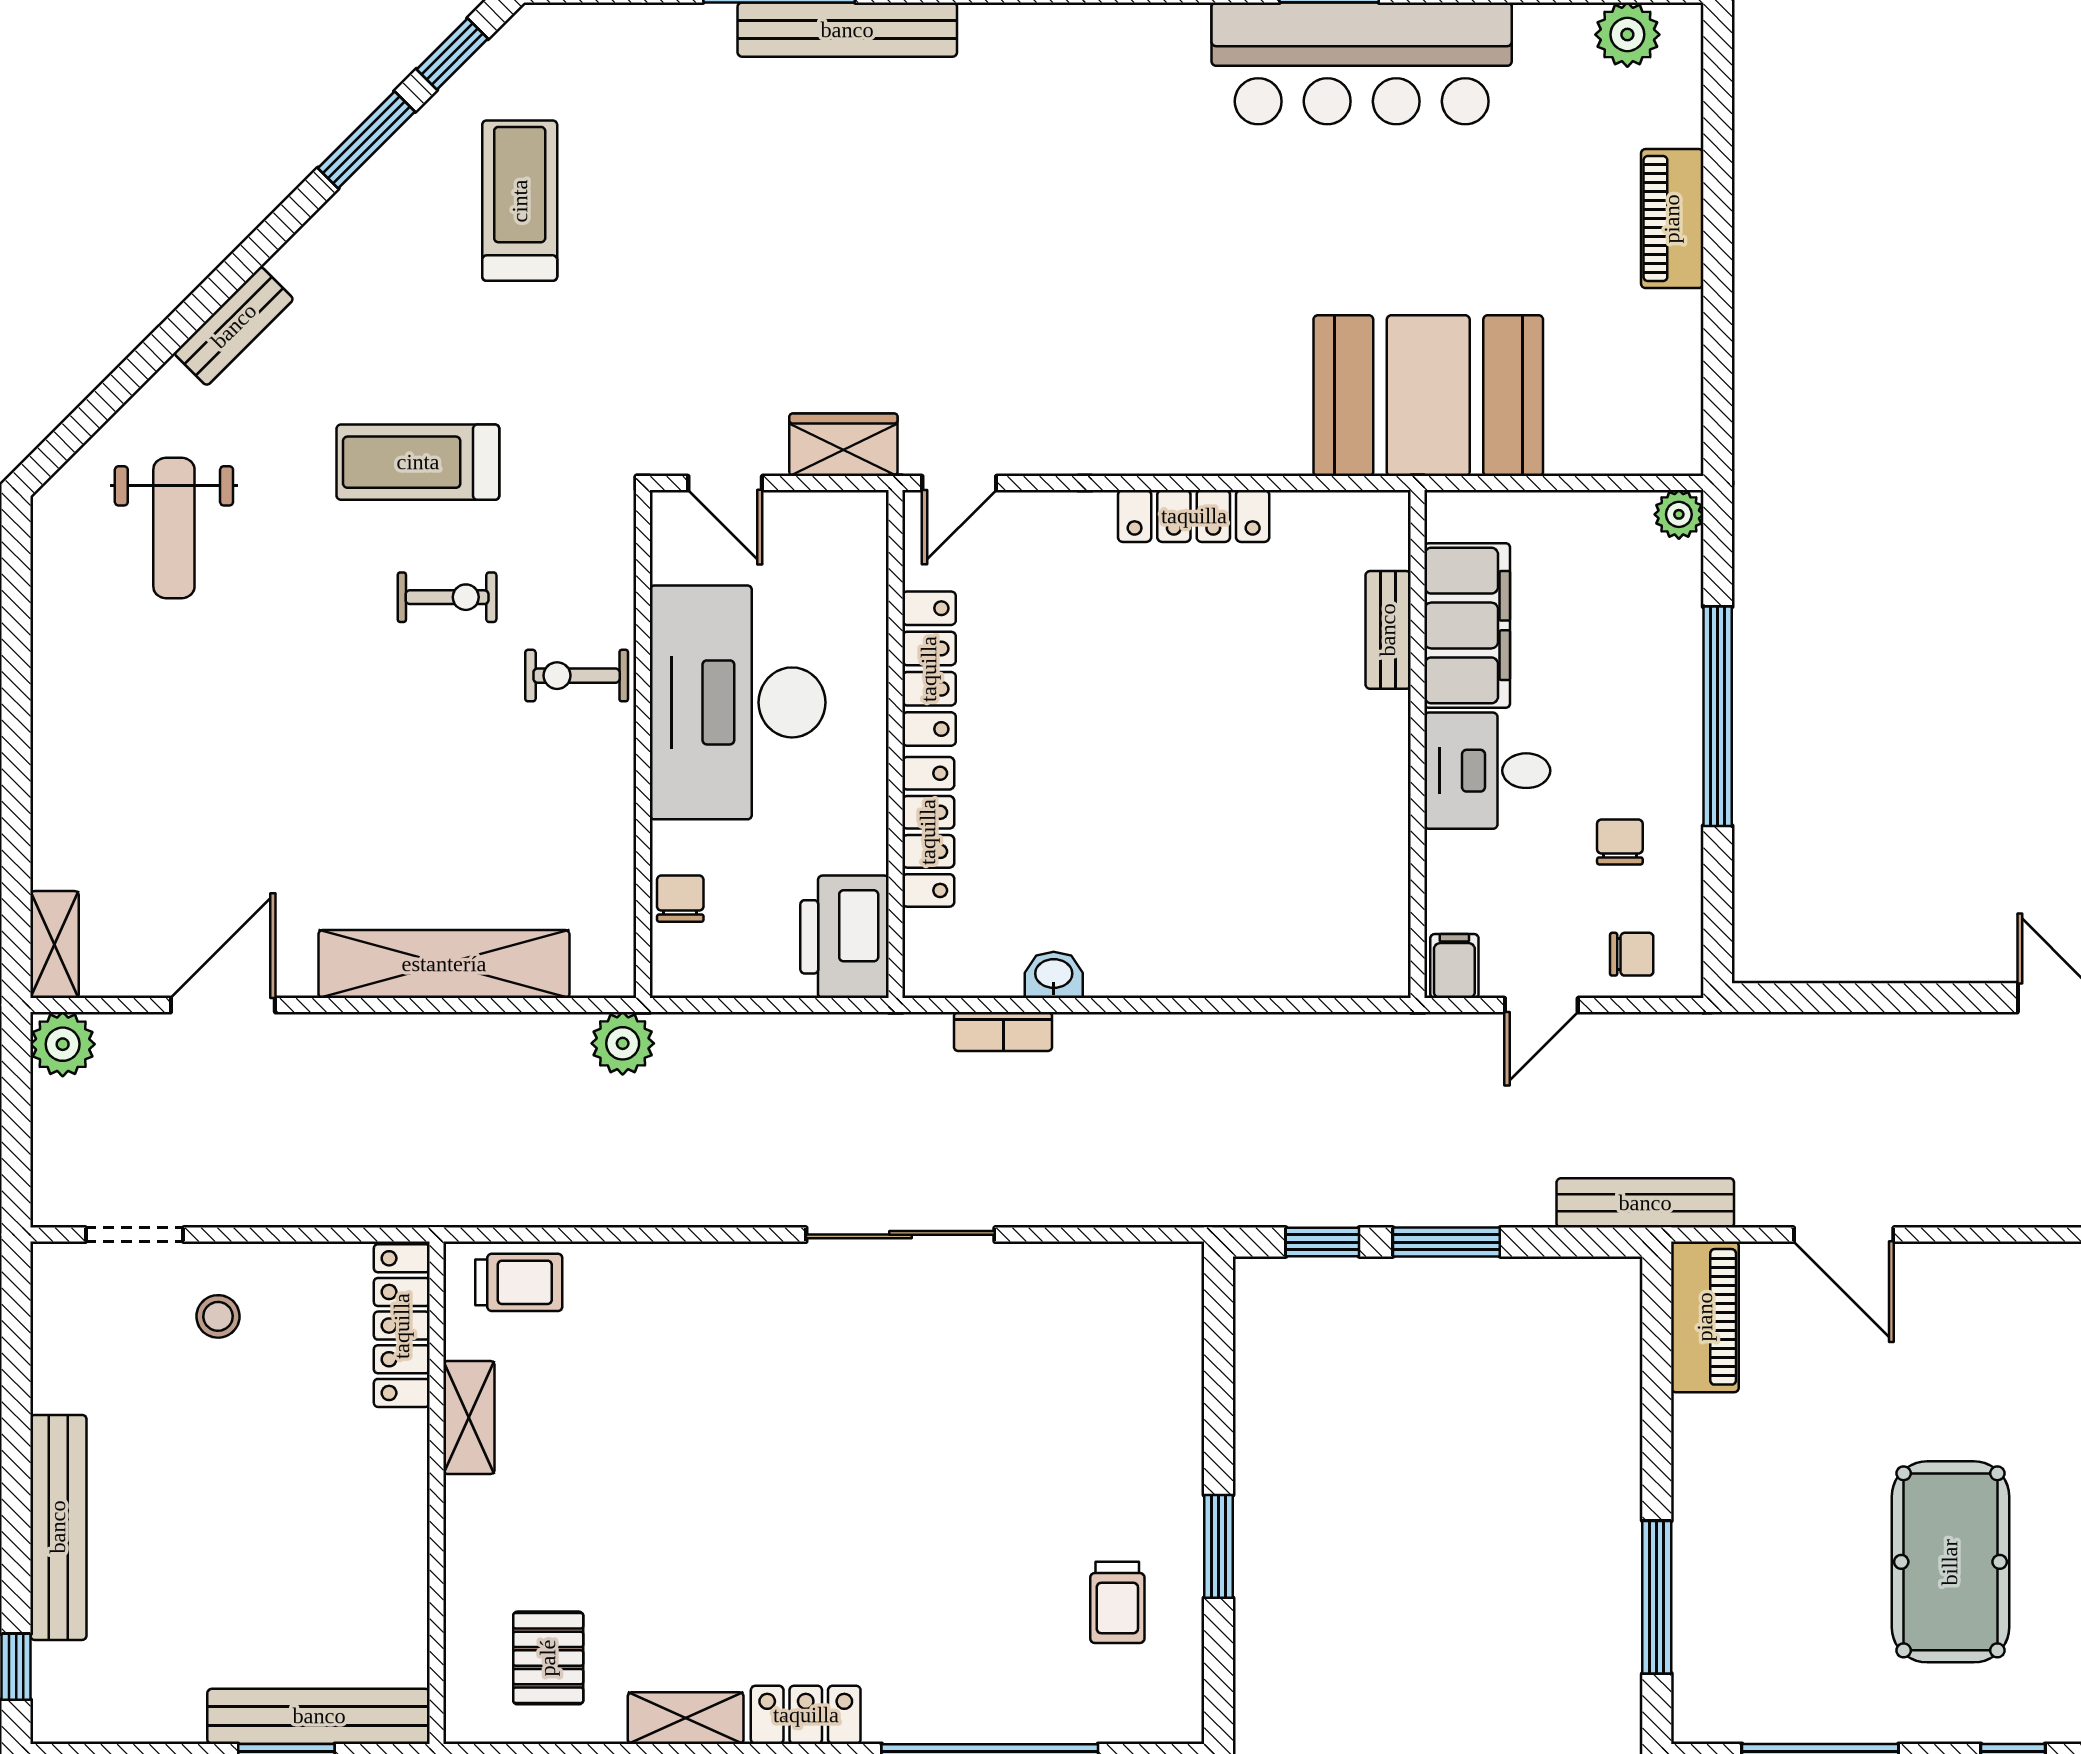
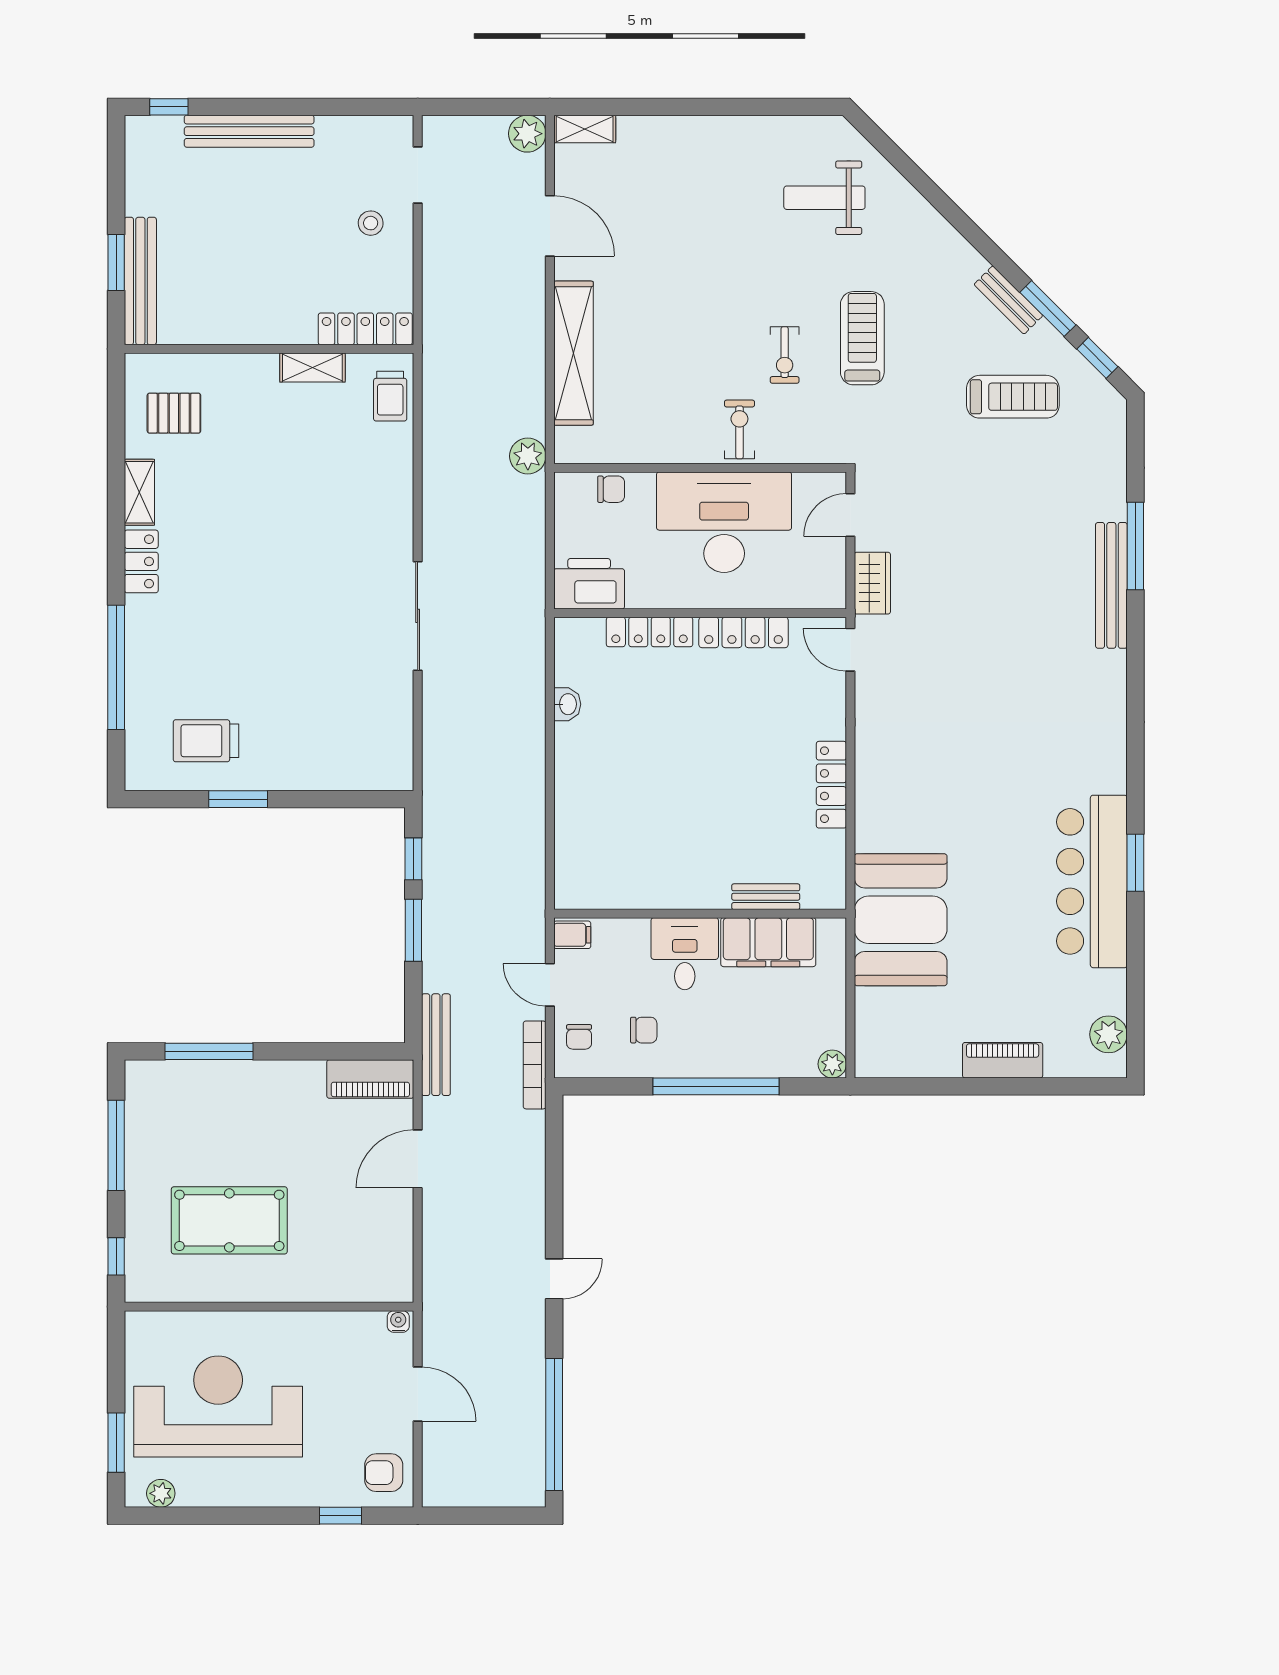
bench: (234, 326) -> (1008, 300), moved
bookcase: (1003, 1032) -> (535, 1065), moved, width x1.56
trolley: (1117, 1602) -> (206, 741), width x1.36, depth x1.39

